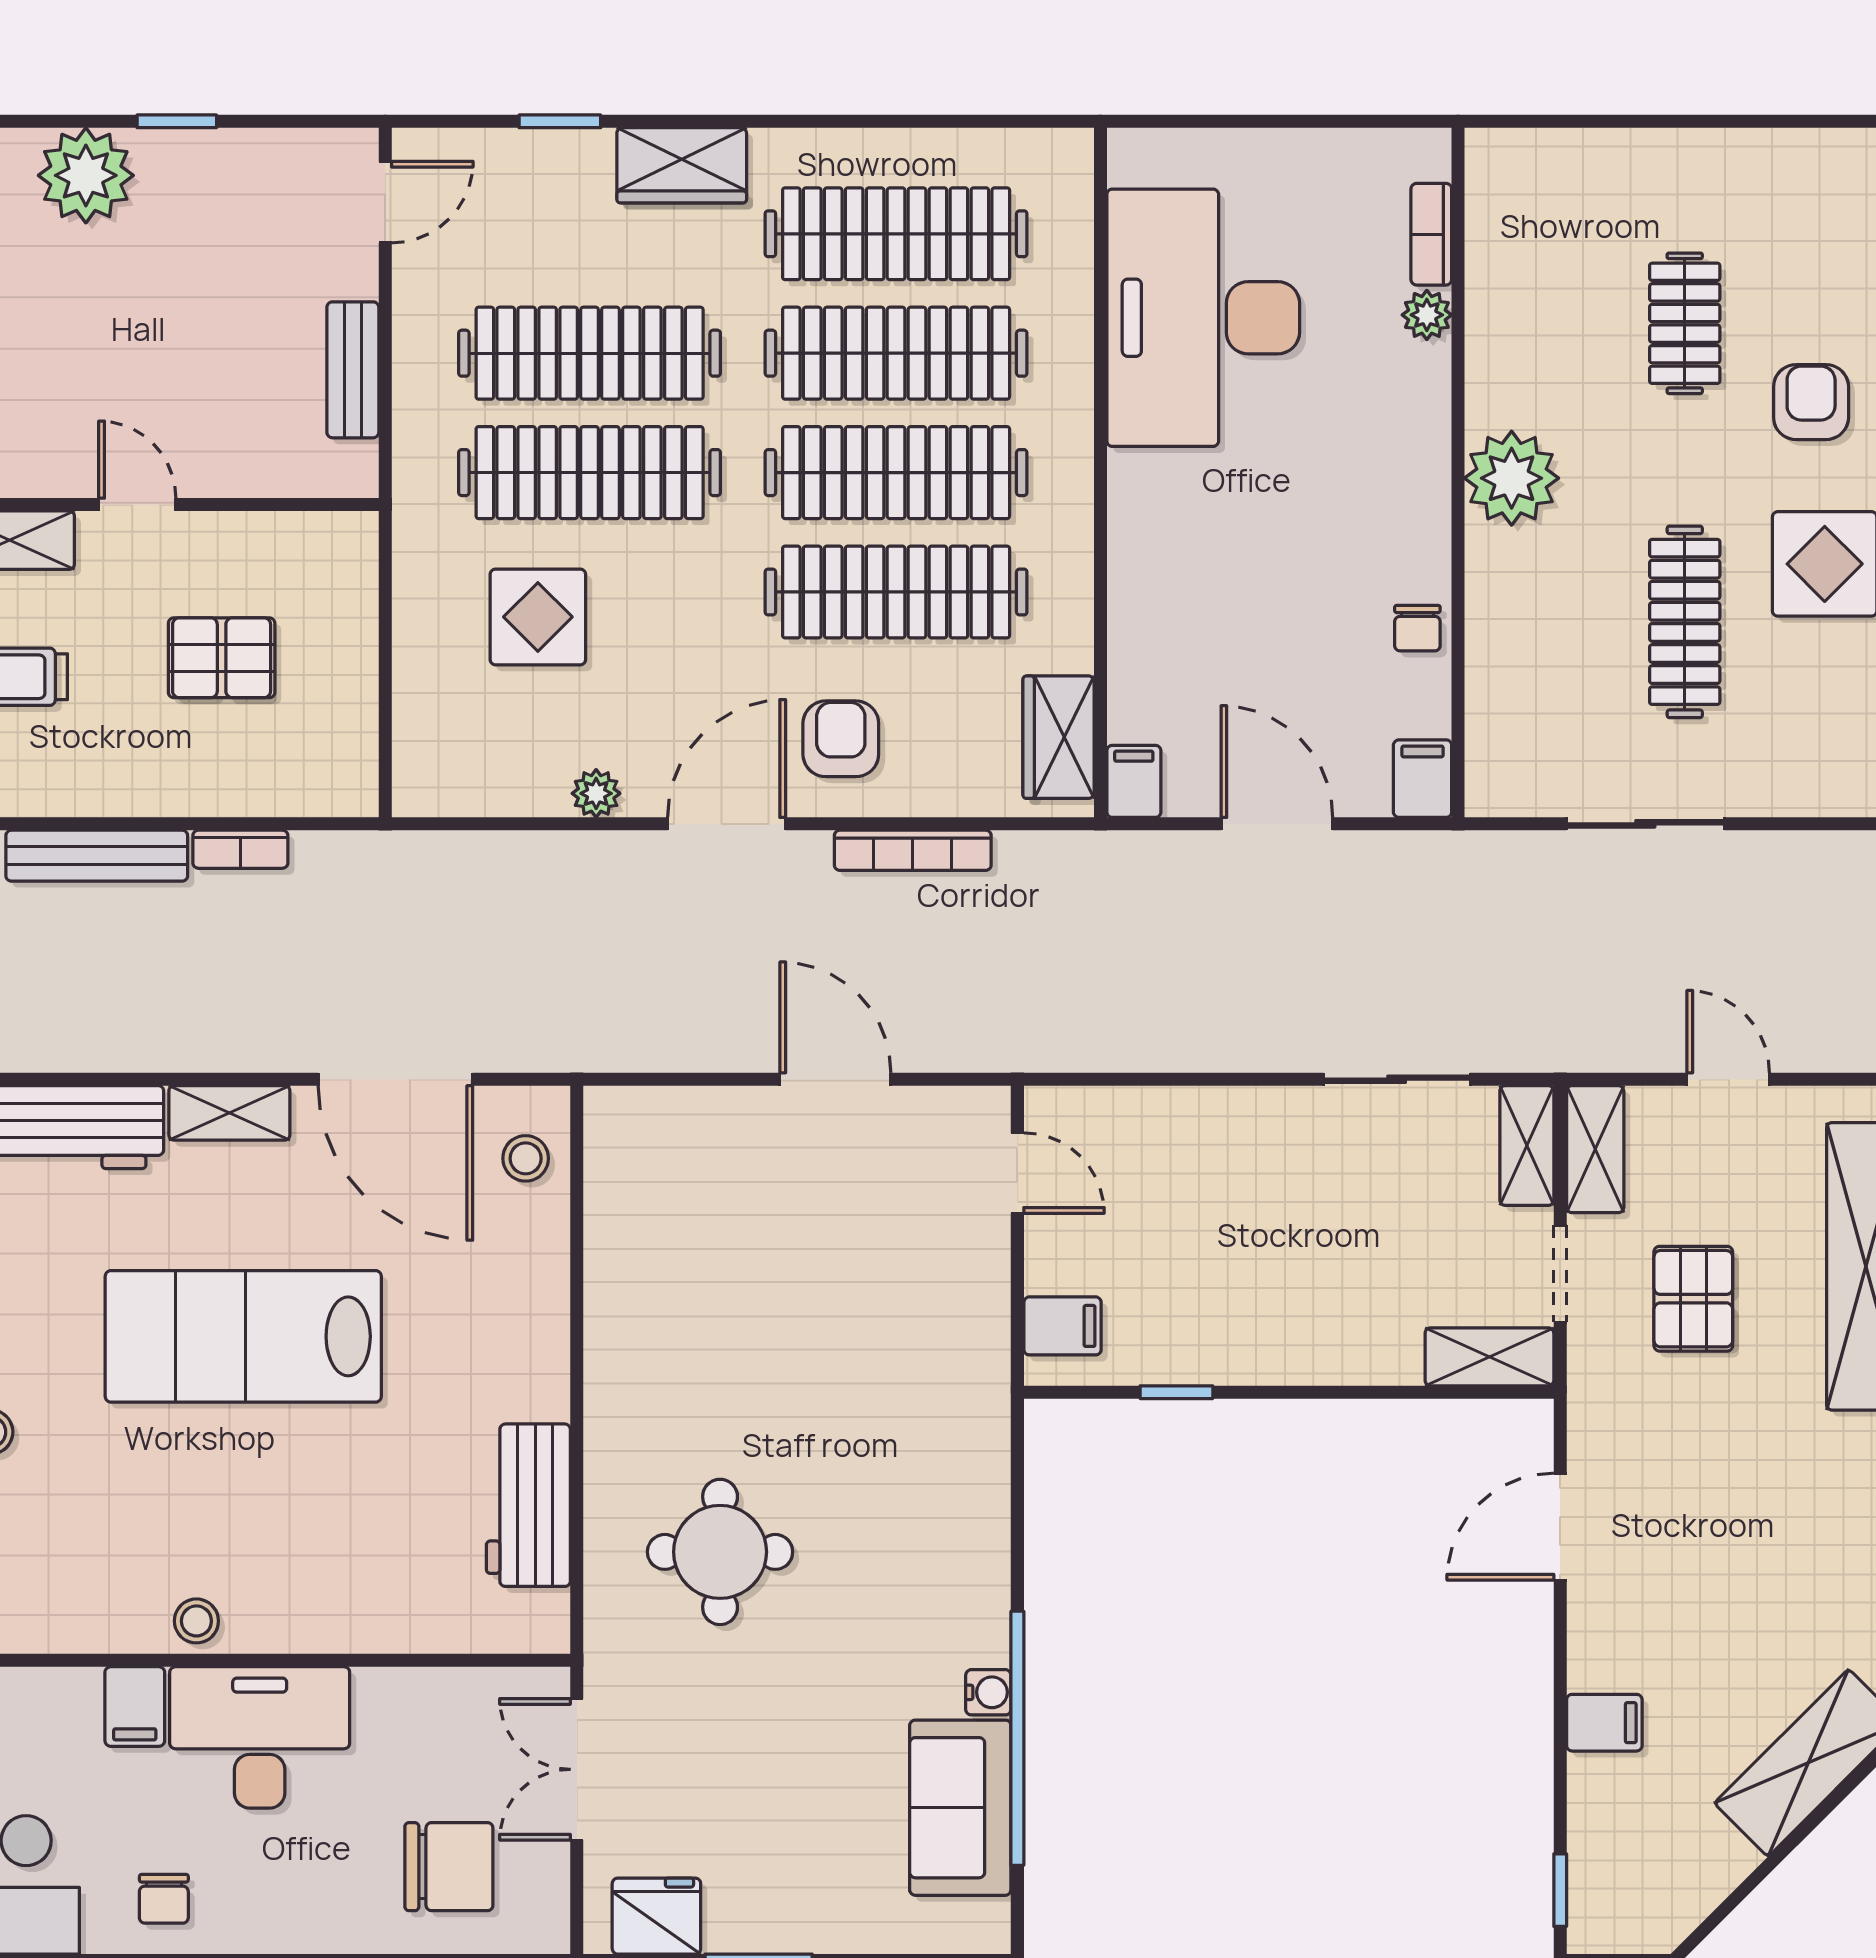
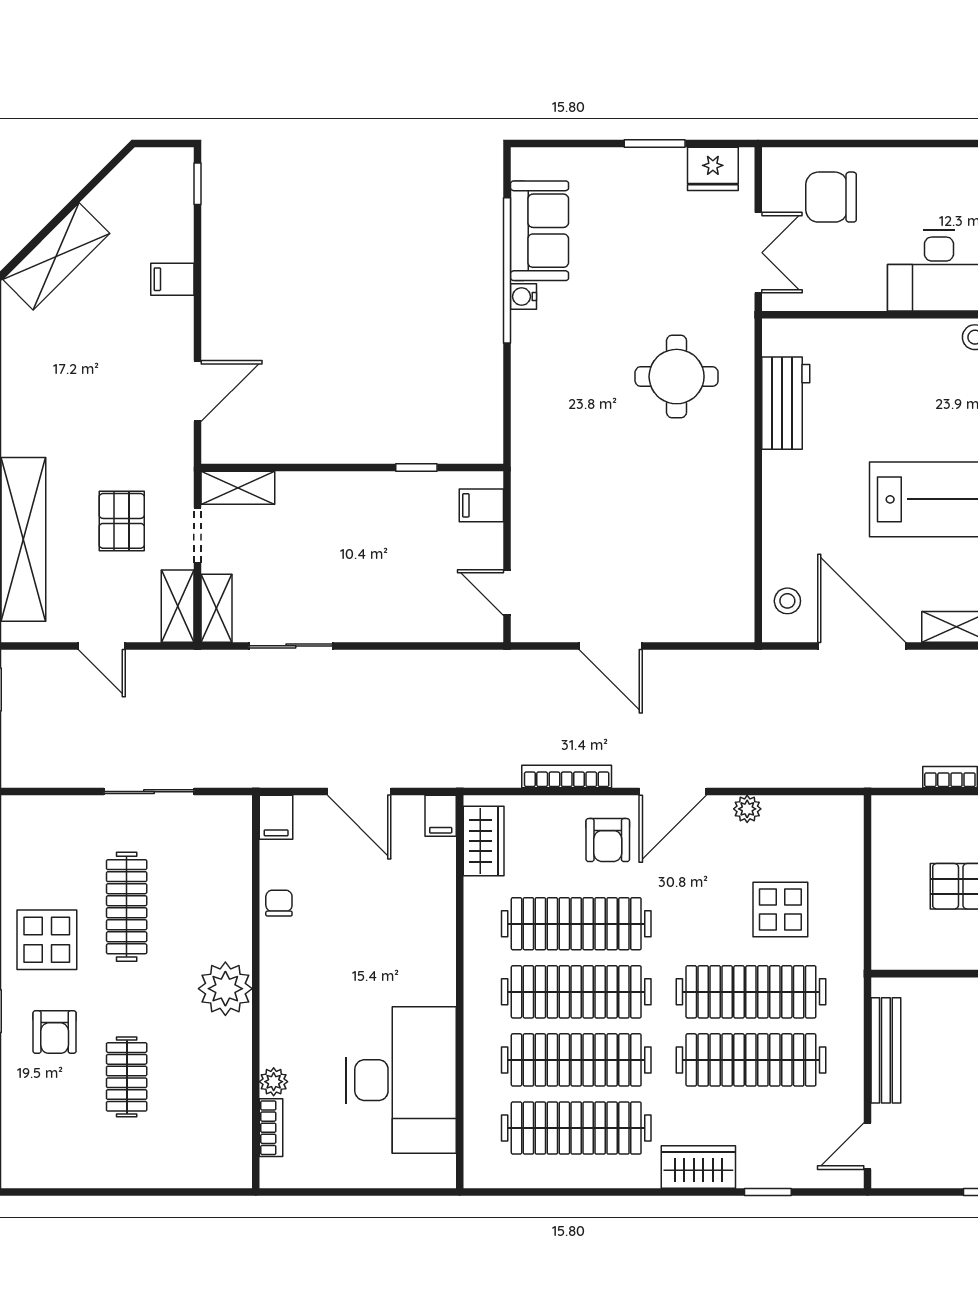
bench: (353, 370) -> (886, 1050), width x1.36

